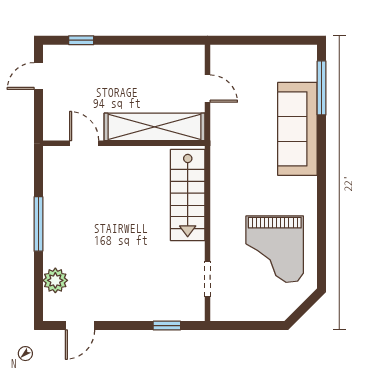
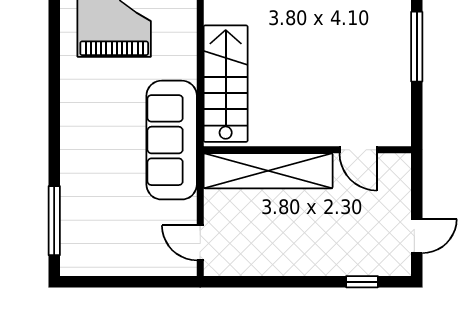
door: (208, 89) -> (200, 243), moved
sofa: (297, 129) -> (172, 140), moved, turned 180

